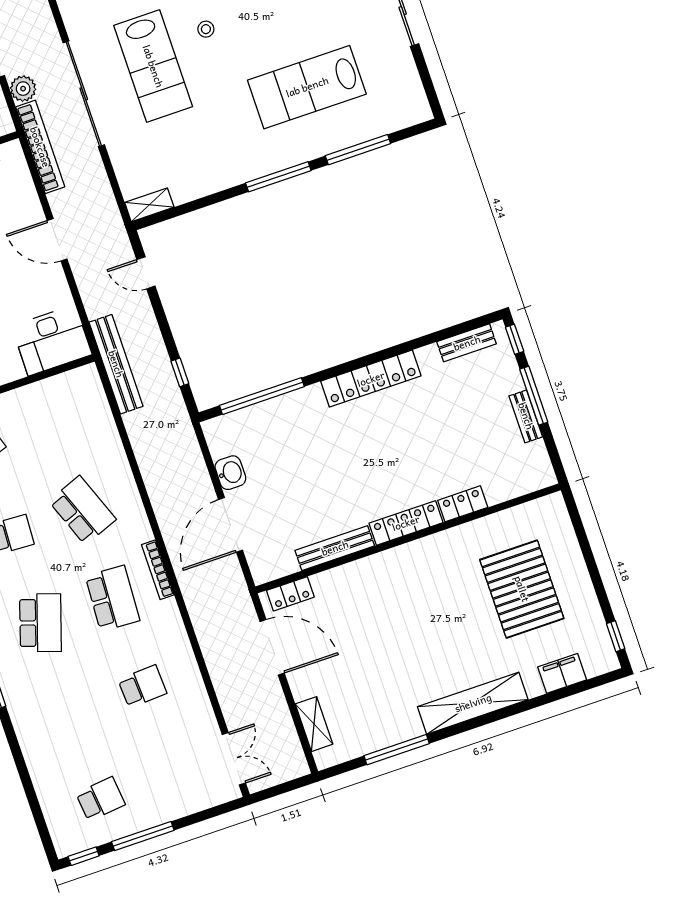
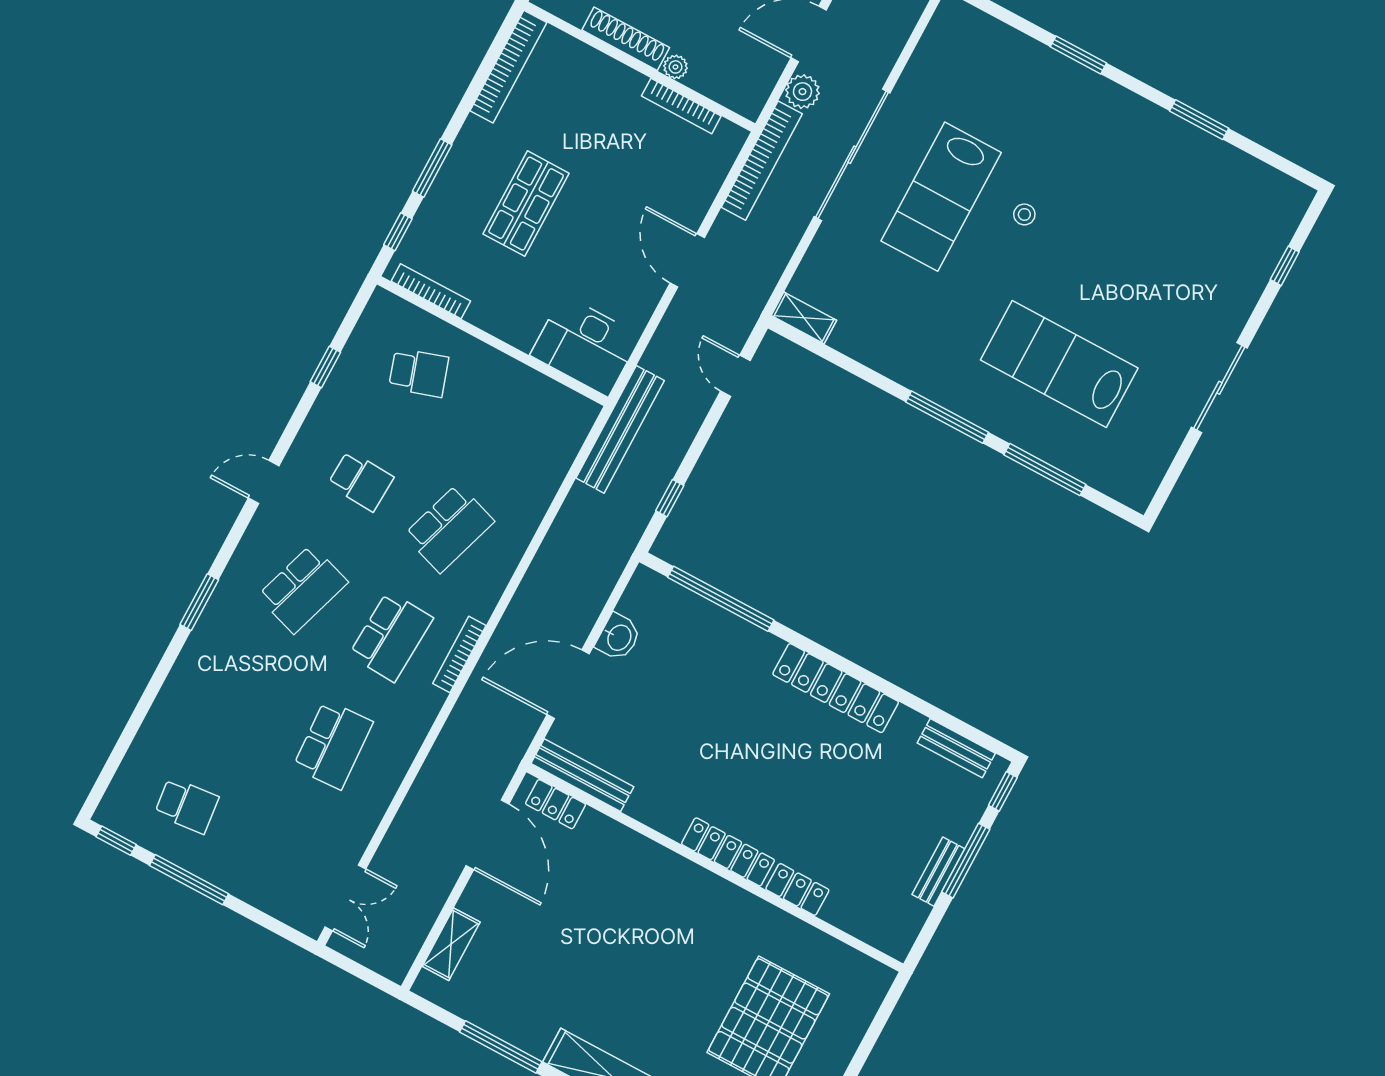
school desk: (82, 510) -> (449, 528), turned 39
bench: (335, 548) -> (582, 775), moved
school desk: (142, 686) -> (333, 745), width x1.85

